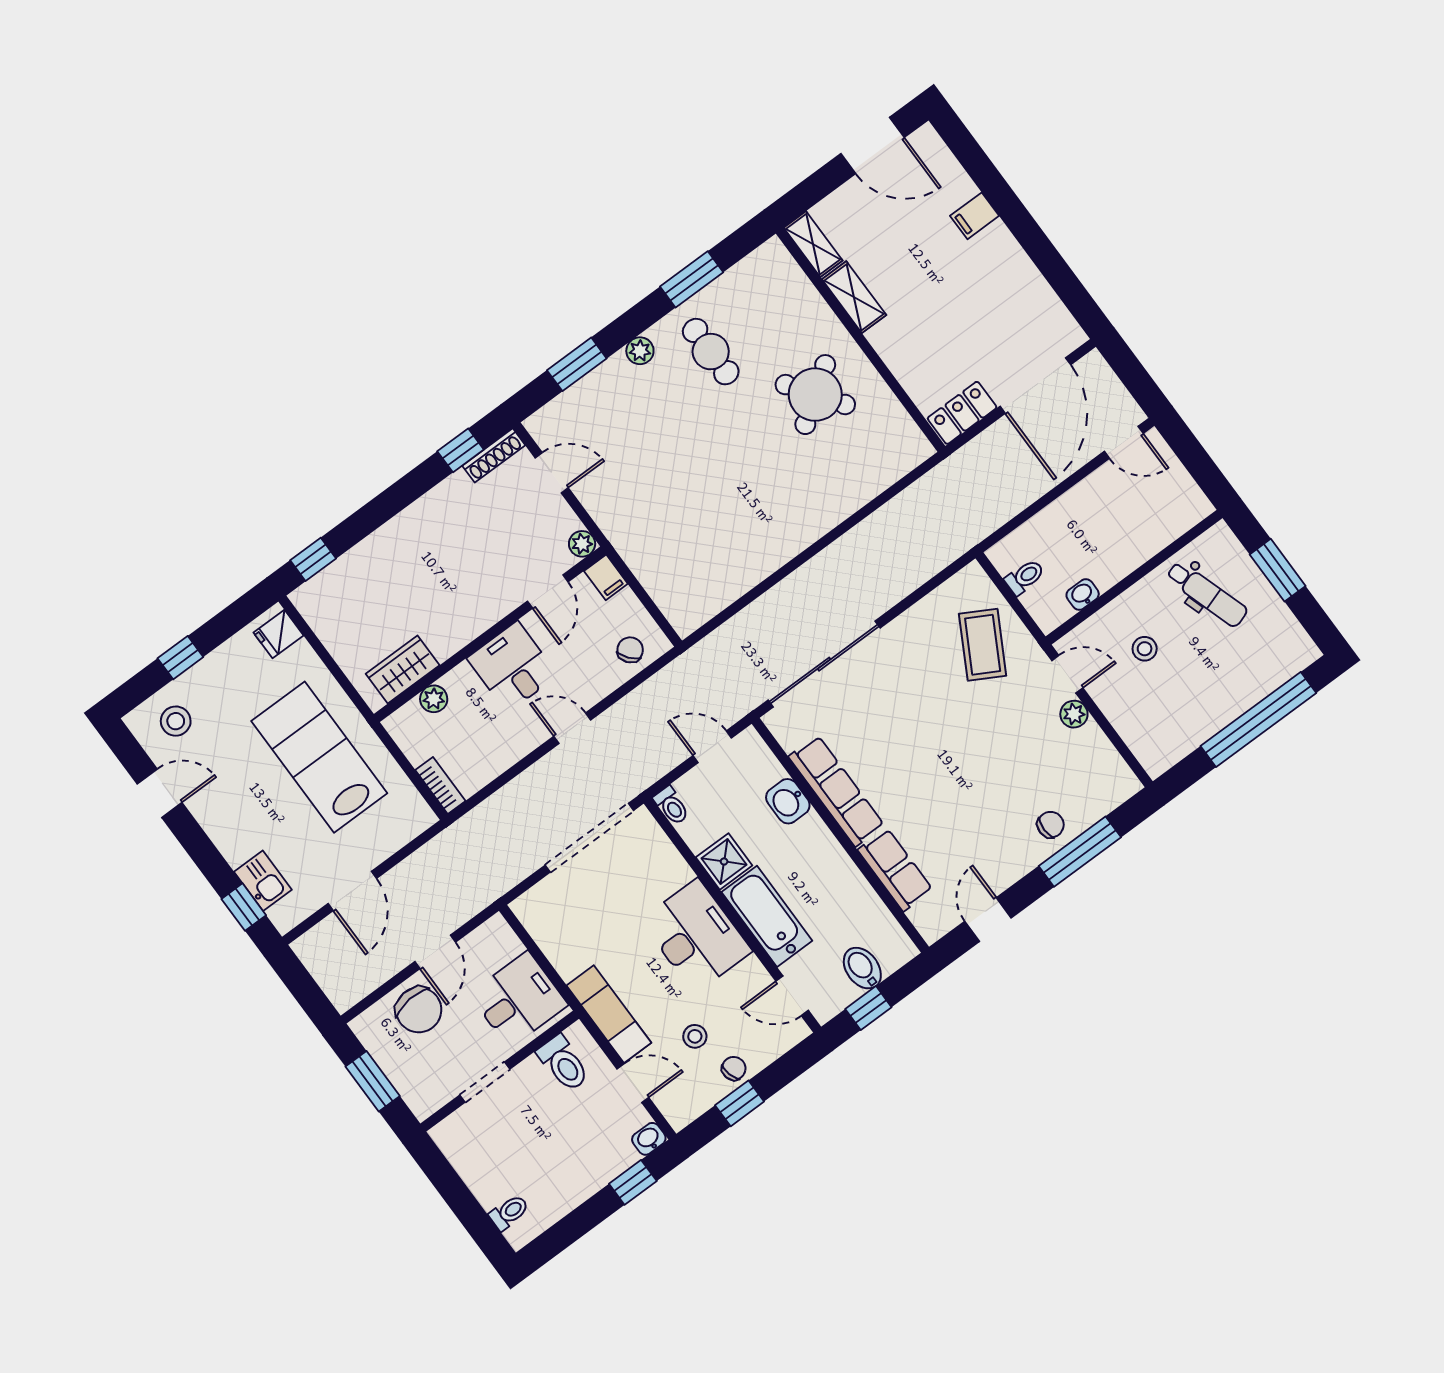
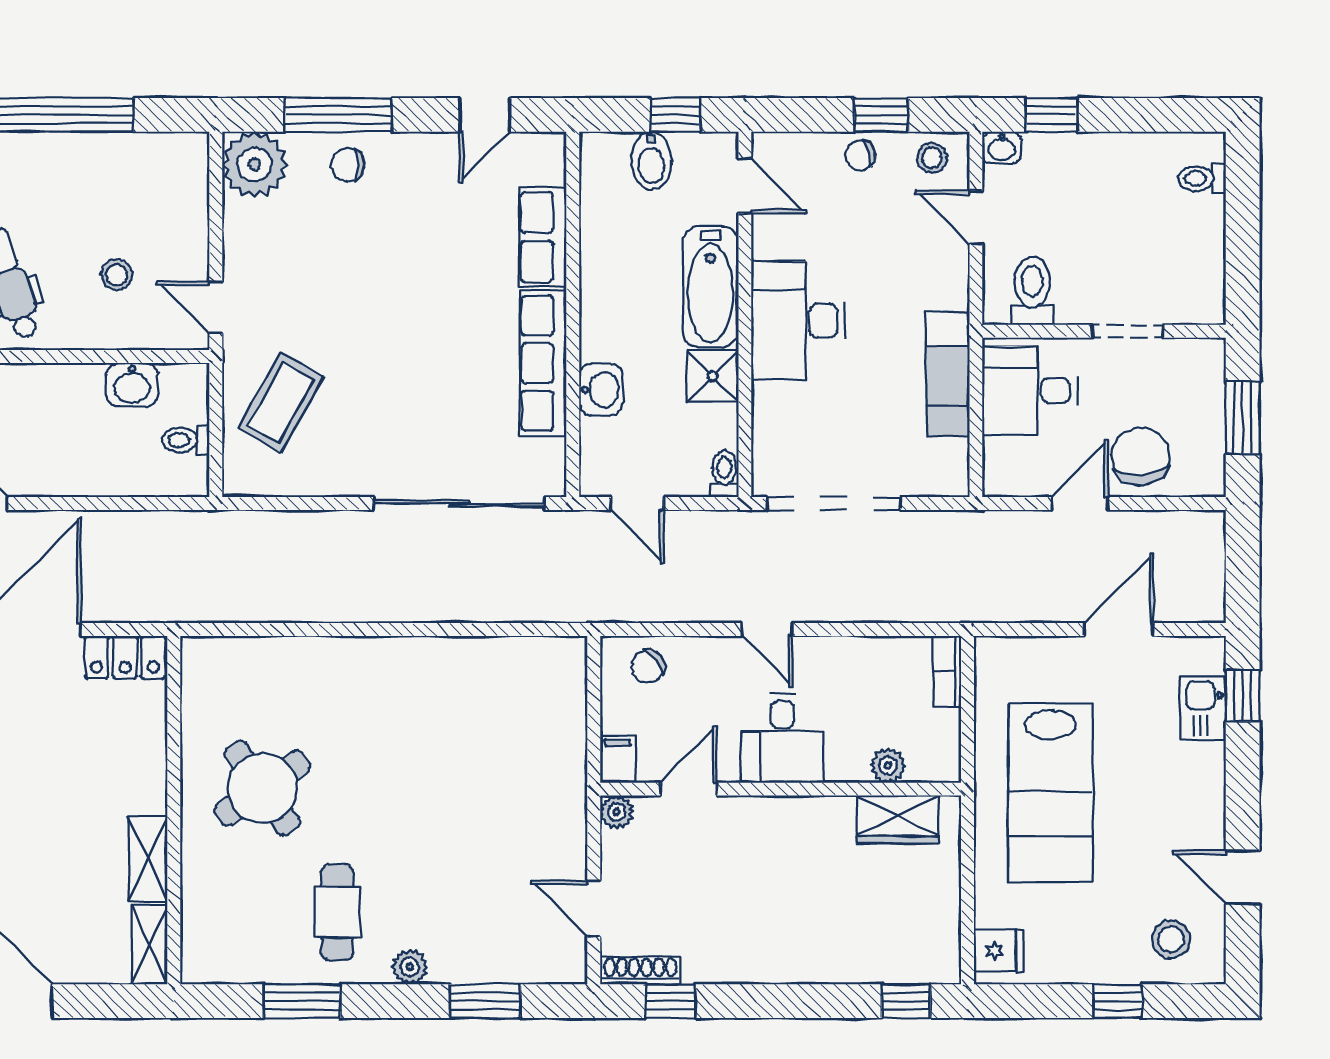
washbasin: (1083, 594) -> (132, 385), width x1.38, depth x1.45
plant: (1074, 714) -> (255, 164), moved, width x1.87, depth x1.87
exam couch: (609, 1014) -> (948, 374), moved
stool: (695, 1036) -> (932, 158), moved

